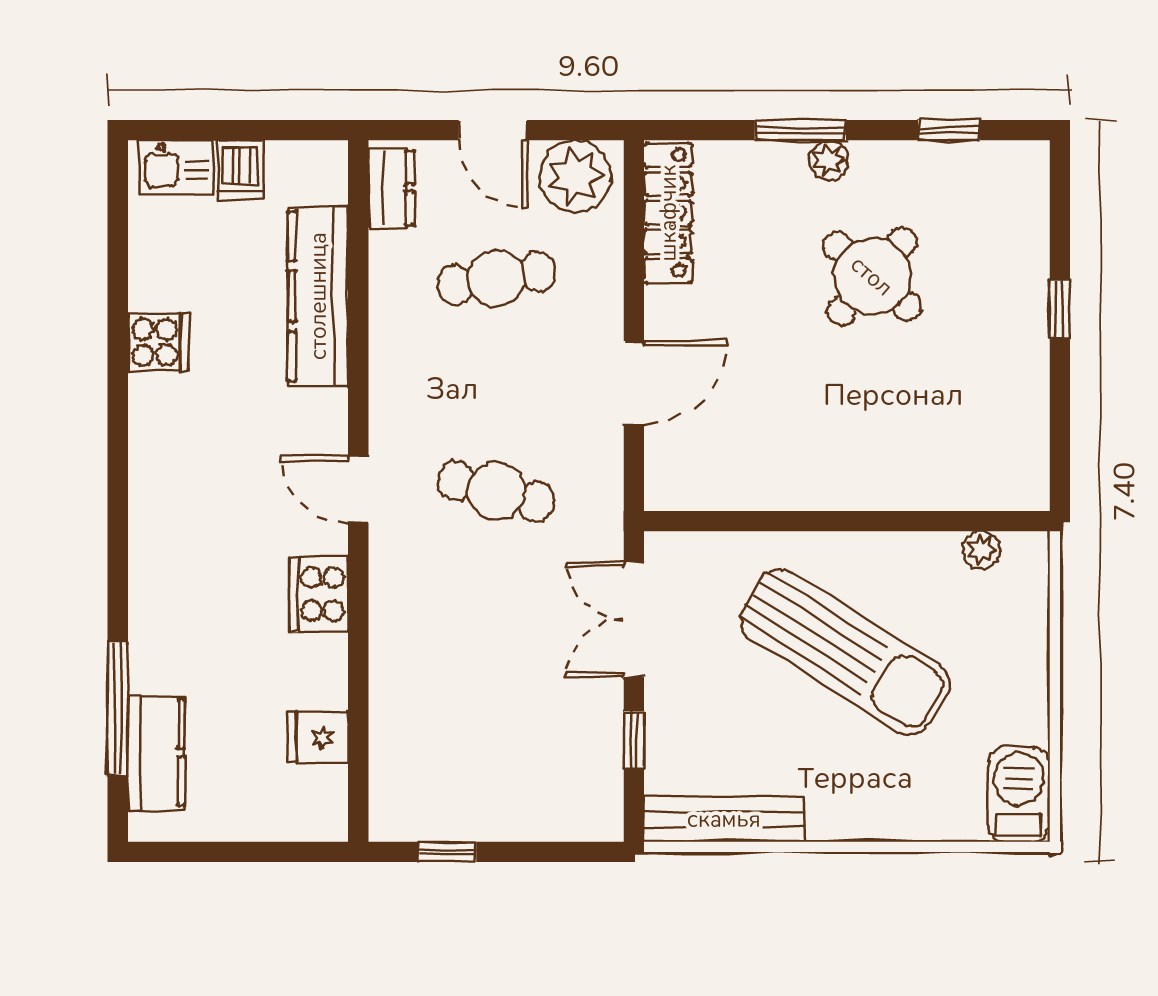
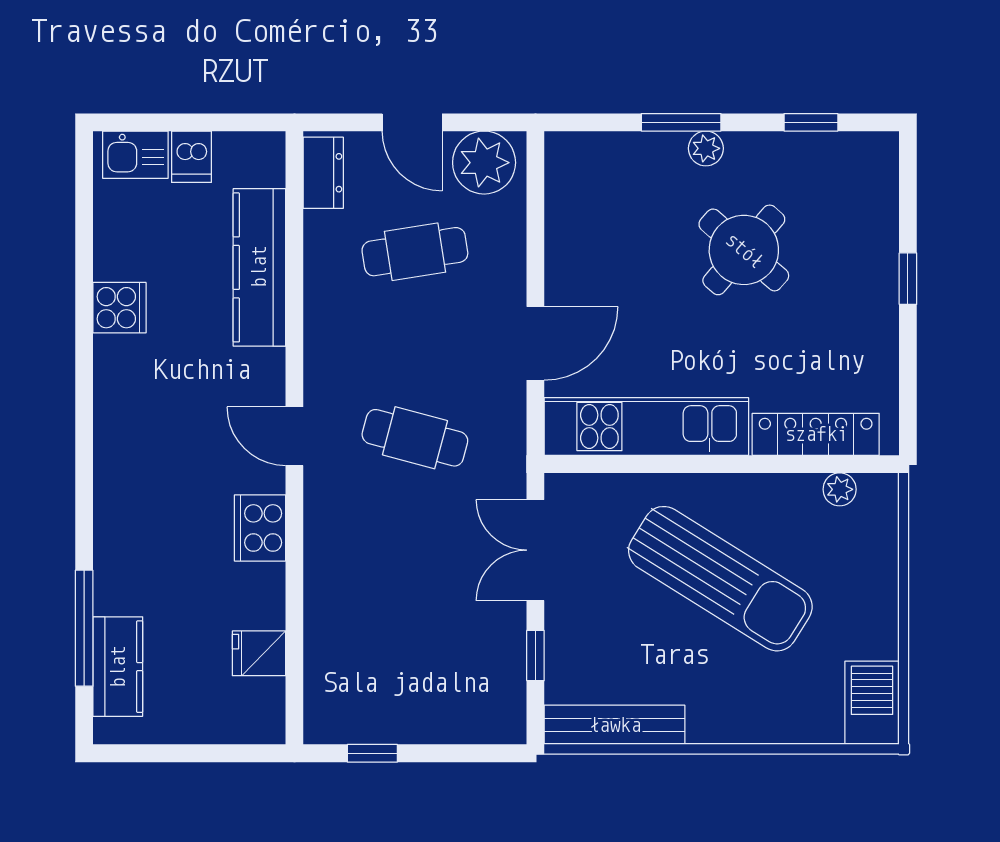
locker: (668, 213) -> (816, 434), moved, turned -90
kitchen unit: (761, 478) -> (646, 426), added

